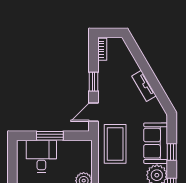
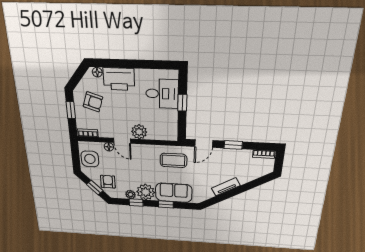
door: (93, 112) -> (204, 143), swing flipped
window: (50, 136) -> (182, 103), width x0.67
coffee table: (115, 144) -> (173, 160), width x0.73, depth x0.76

